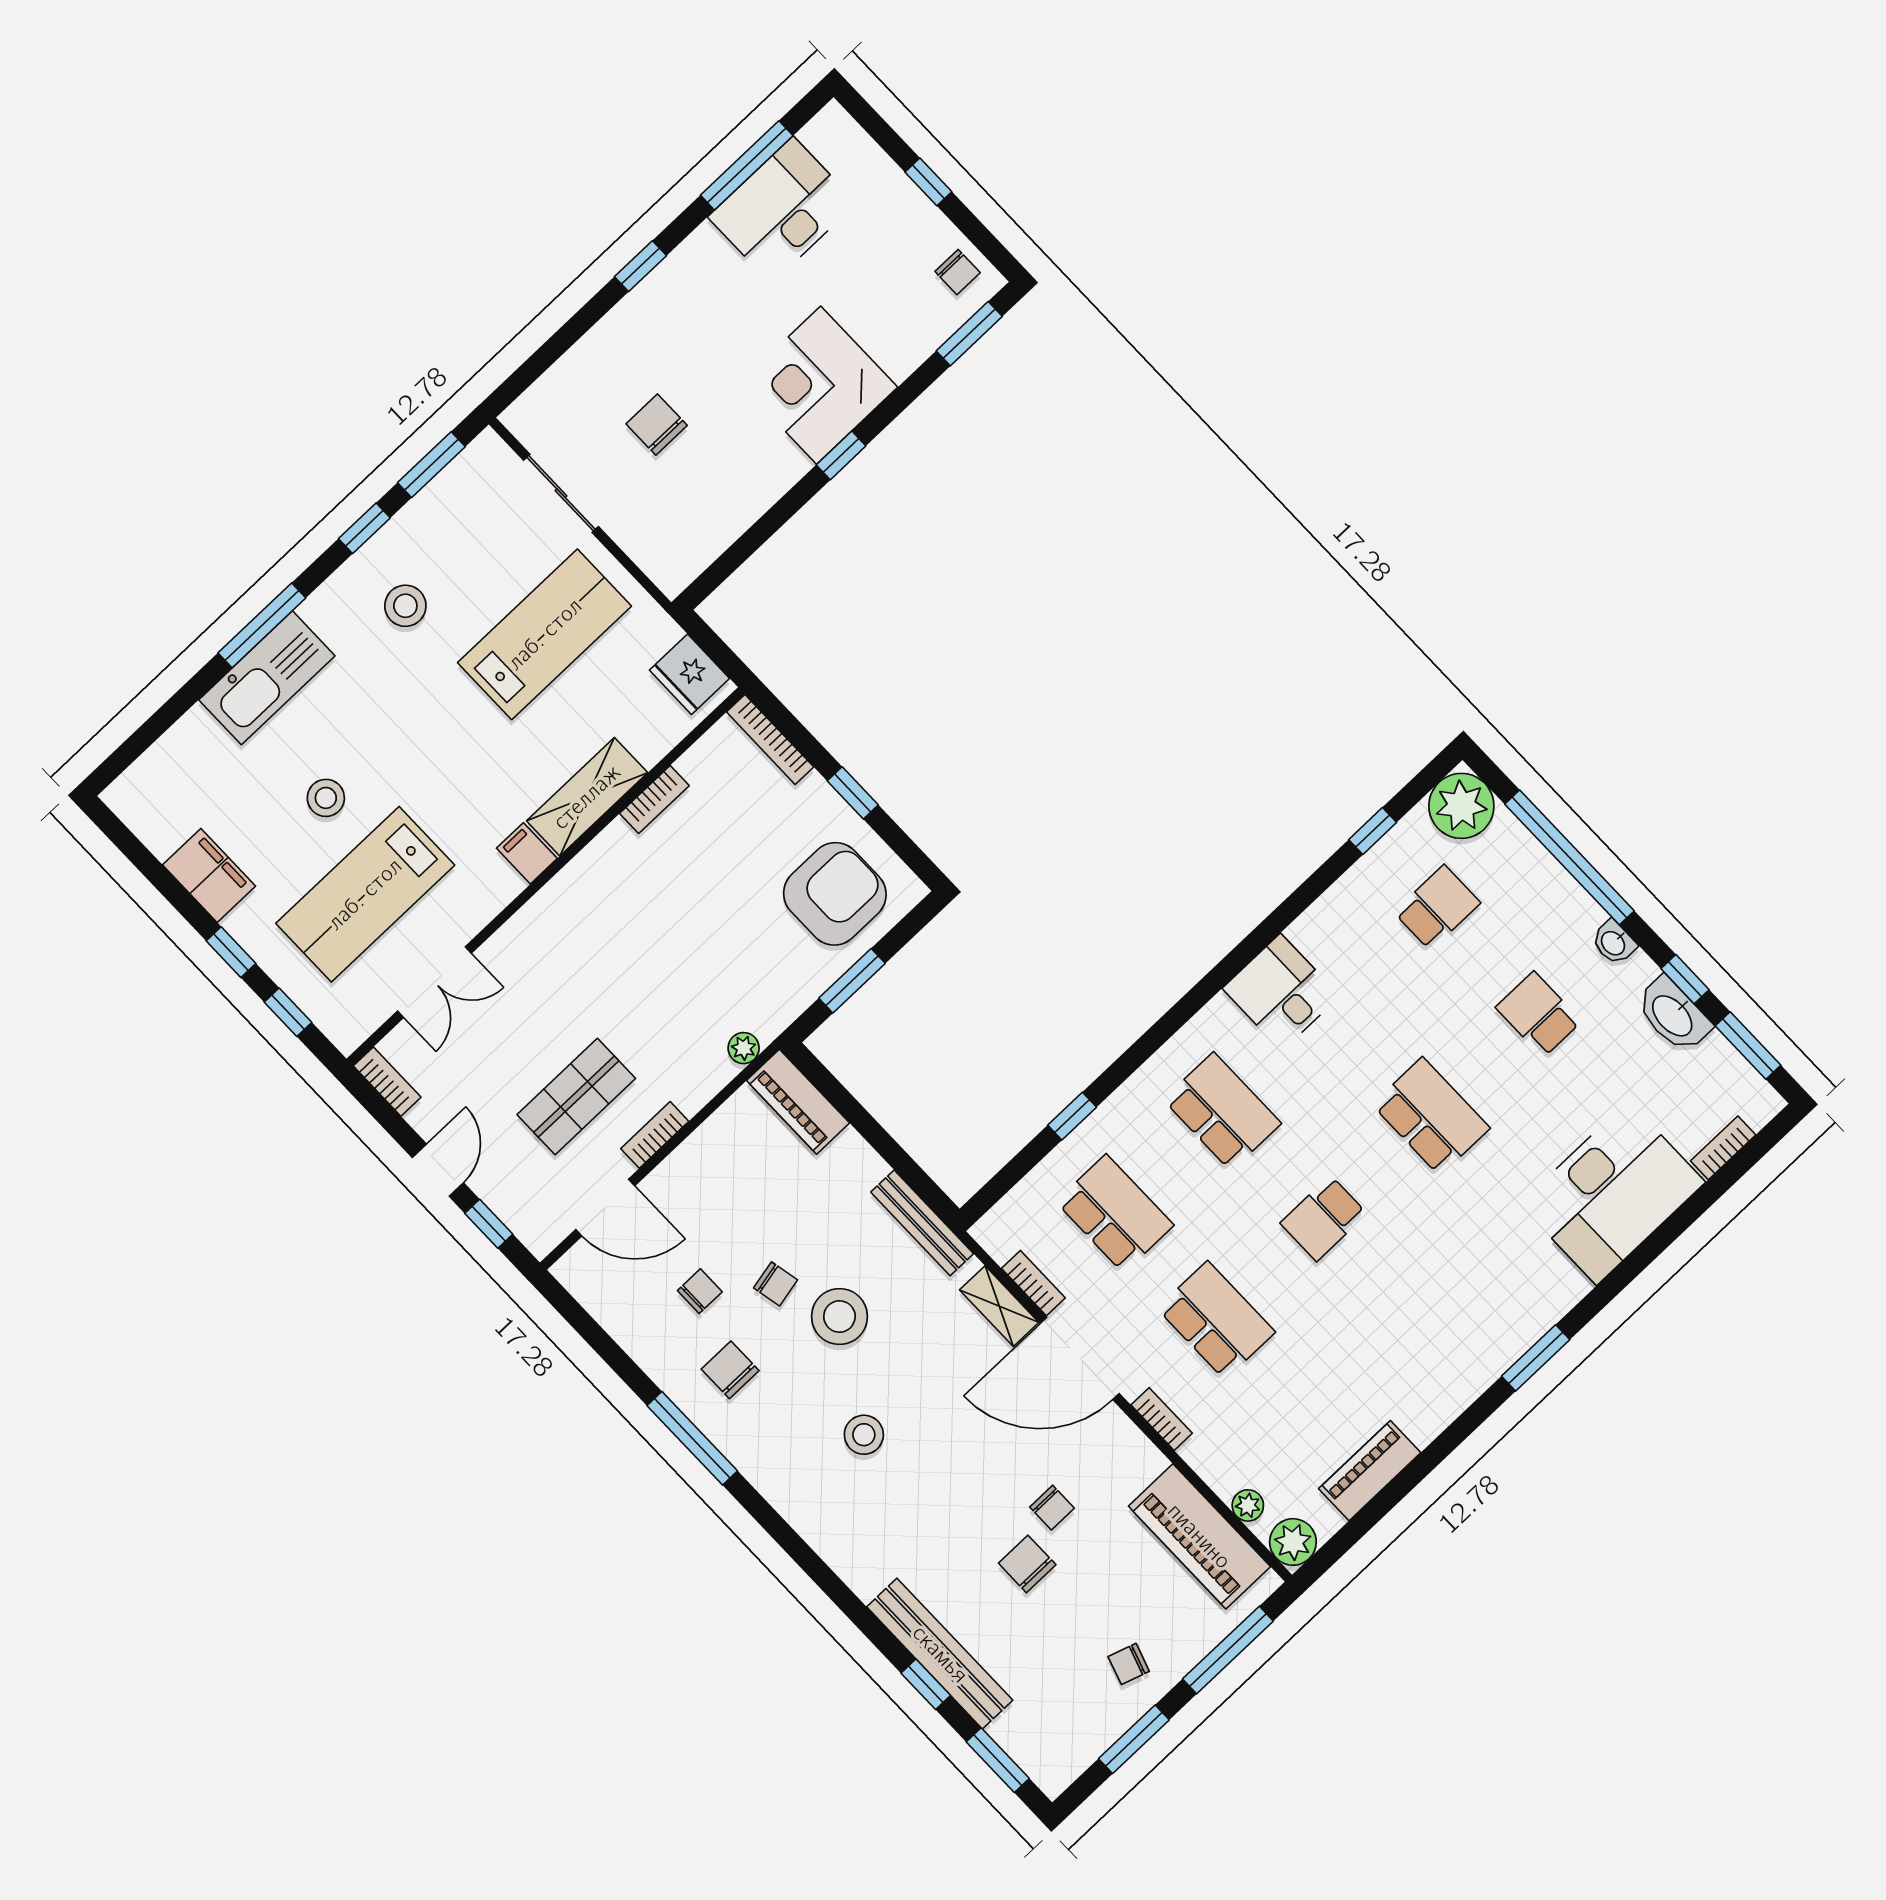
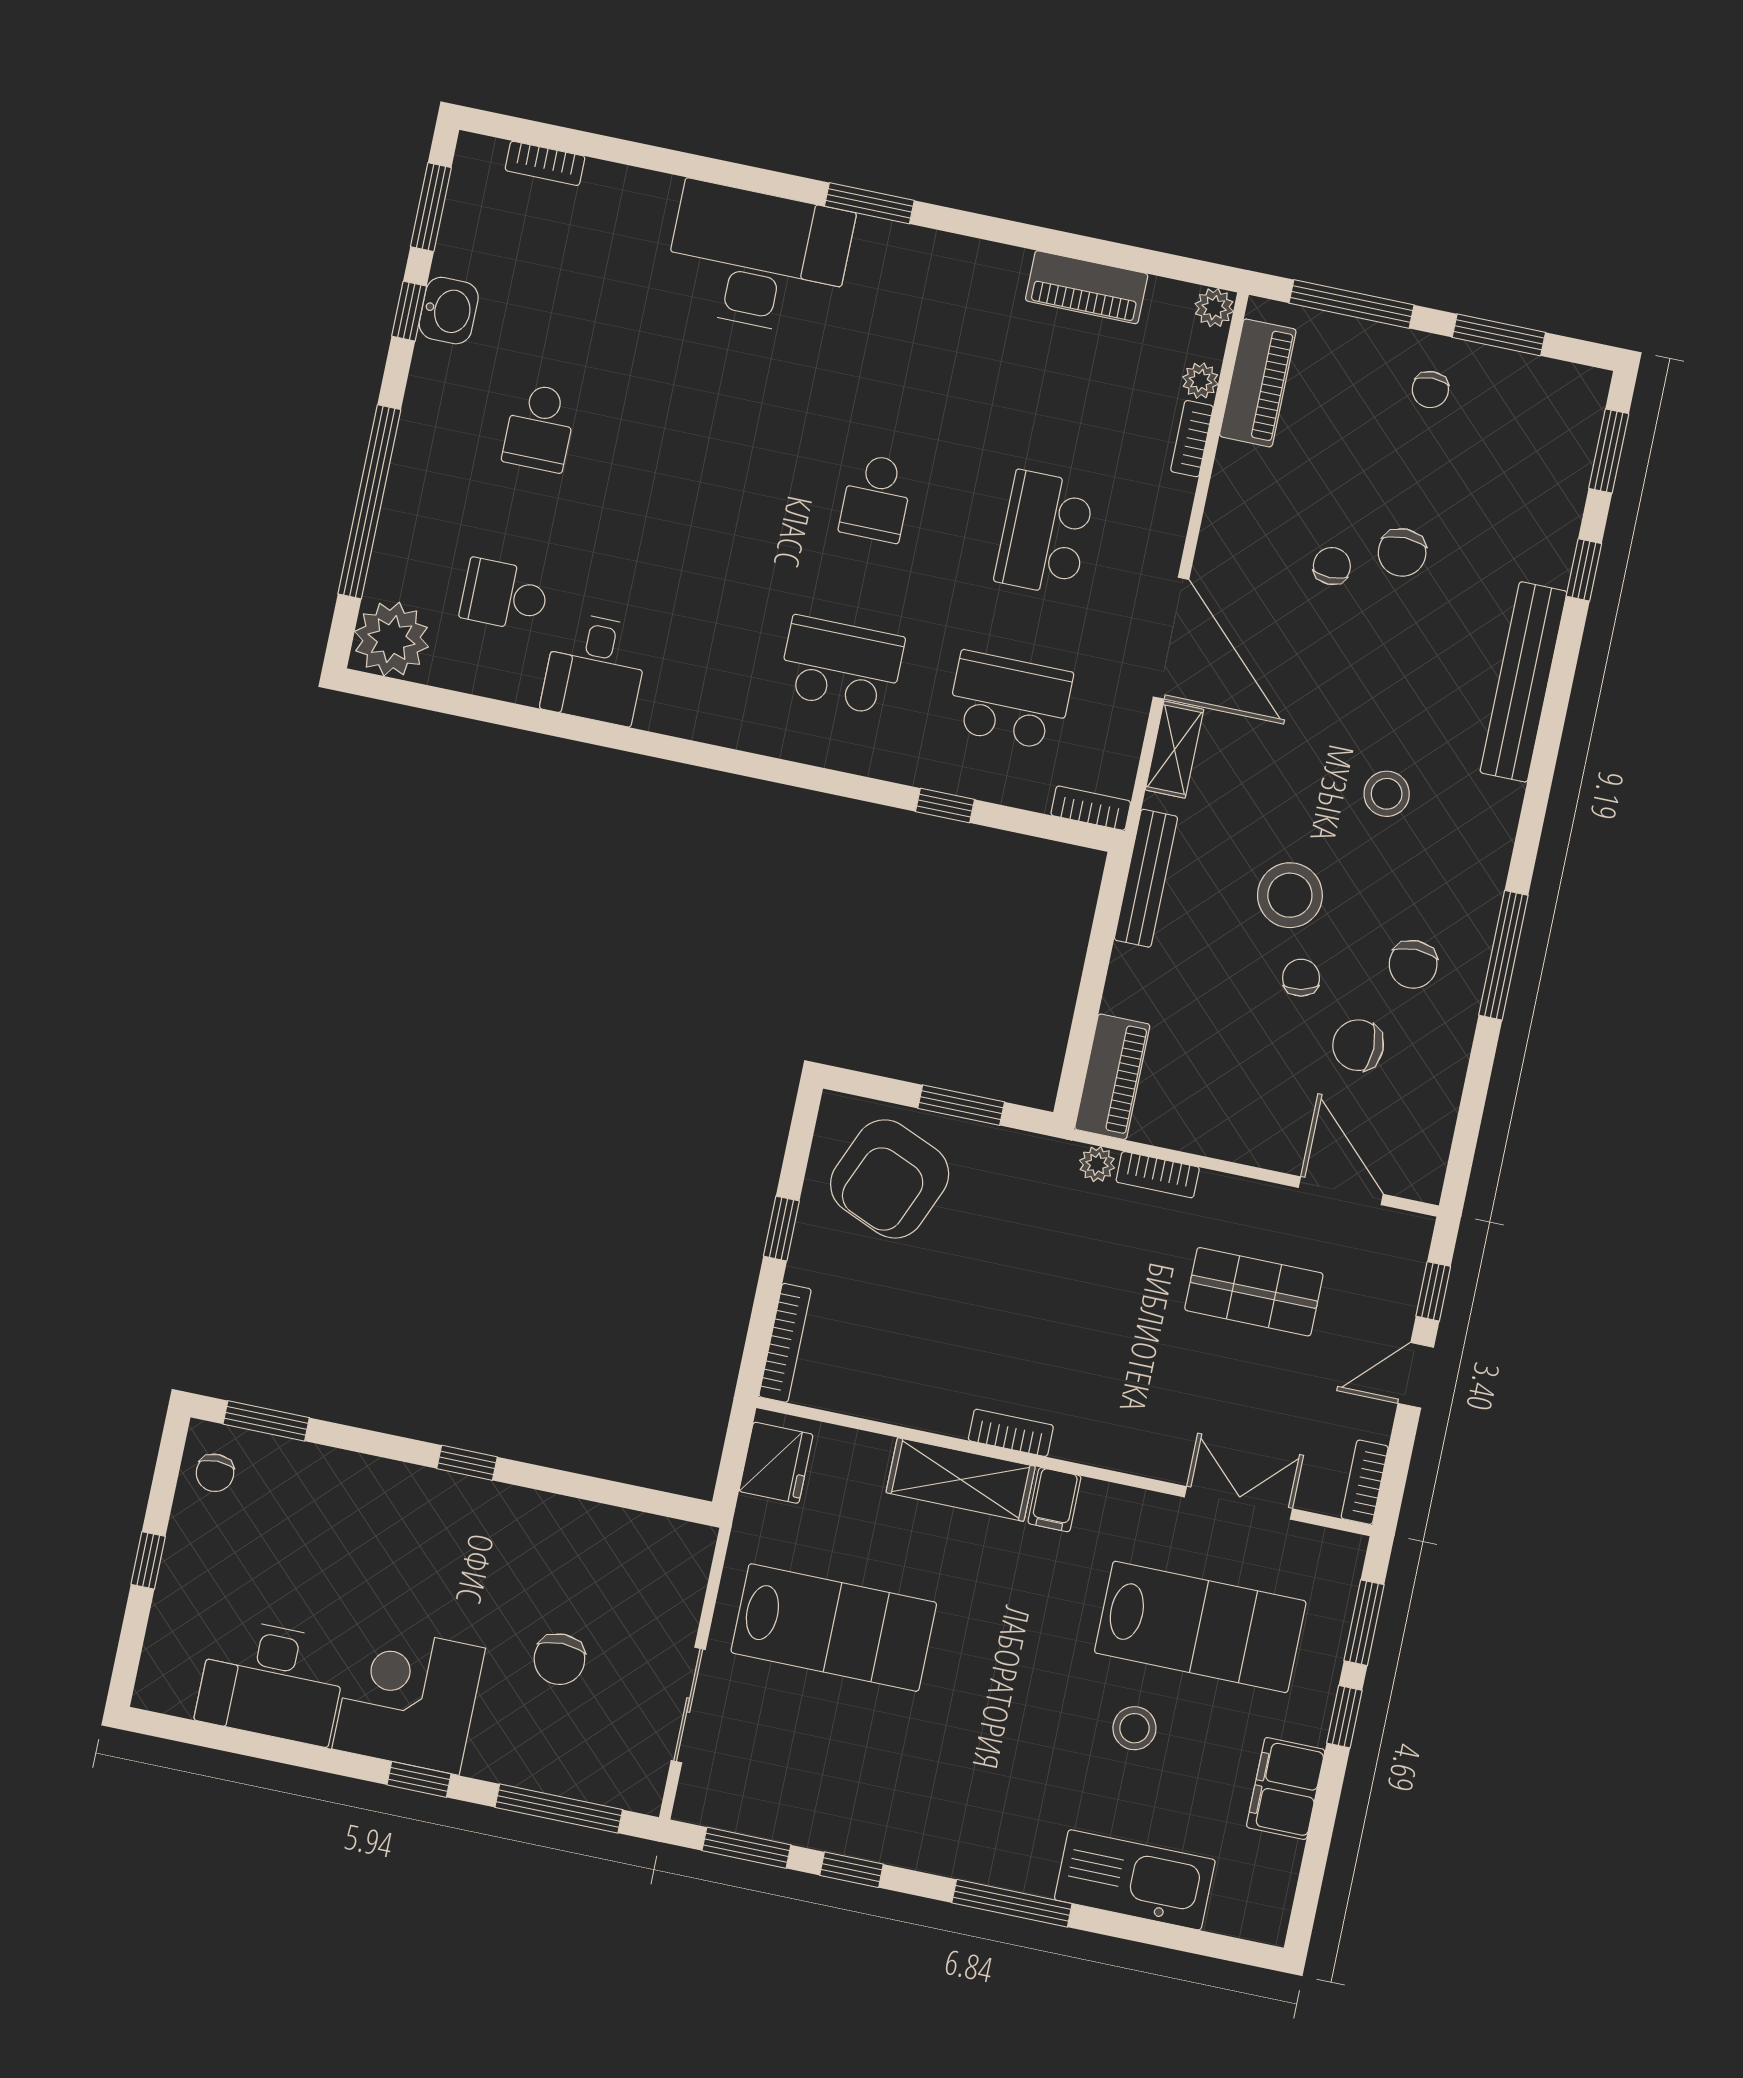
window: (747, 165) -> (559, 1809), moved
chair: (958, 272) -> (215, 1473), turned 180
corner desk: (819, 385) -> (409, 1698), moved, turned 180
stool: (405, 606) -> (898, 1779), removed
lab bench: (545, 634) -> (834, 1628), turned 180
kitchen sink: (267, 678) -> (1135, 1880), moved
bookcase: (654, 799) -> (1011, 1433), moved
window: (1373, 831) -> (474, 707), removed
armchair: (835, 894) -> (890, 1179), turned -67
washbasin: (1614, 943) -> (421, 403), removed
desk: (1281, 992) -> (595, 669), moved
window: (288, 1012) -> (1364, 1623), width x1.50
washbasin: (1673, 1015) -> (449, 311), width x0.72
school desk: (1222, 1111) -> (841, 665), turned 90
school desk: (1431, 1116) -> (708, 463), removed
bookcase: (655, 1135) -> (1158, 1175), moved
desk: (1612, 1193) -> (758, 259), moved
school desk: (1115, 1213) -> (1010, 701), turned 90
school desk: (1324, 1218) -> (876, 498), turned 90
bookcase: (1033, 1283) -> (1091, 808), moved, turned 90
chair: (700, 1291) -> (1358, 1045), width x1.37, depth x1.37
bookcase: (1162, 1419) -> (1192, 439), moved
piano: (1199, 1536) -> (1258, 383), width x0.73, depth x0.75
plant: (1293, 1542) -> (1214, 308), width x0.73, depth x0.73
bench: (940, 1654) -> (1523, 682), moved
chair: (1129, 1664) -> (1430, 390), turned 71

